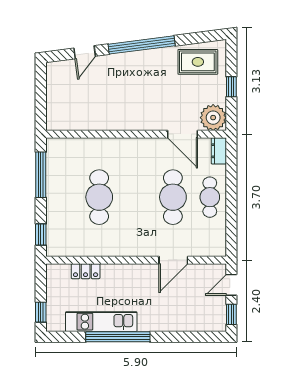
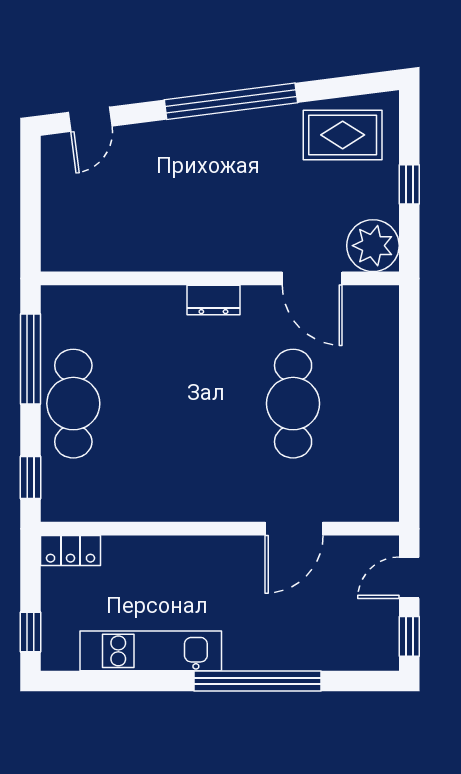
door: (85, 52) -> (90, 119), moved
dresser: (219, 151) -> (213, 300), moved, turned -90
cafe table: (99, 197) -> (73, 404), moved
cafe table: (210, 197) -> (366, 404), removed
locker: (86, 271) -> (70, 551), moved
window: (118, 337) -> (257, 681), moved

